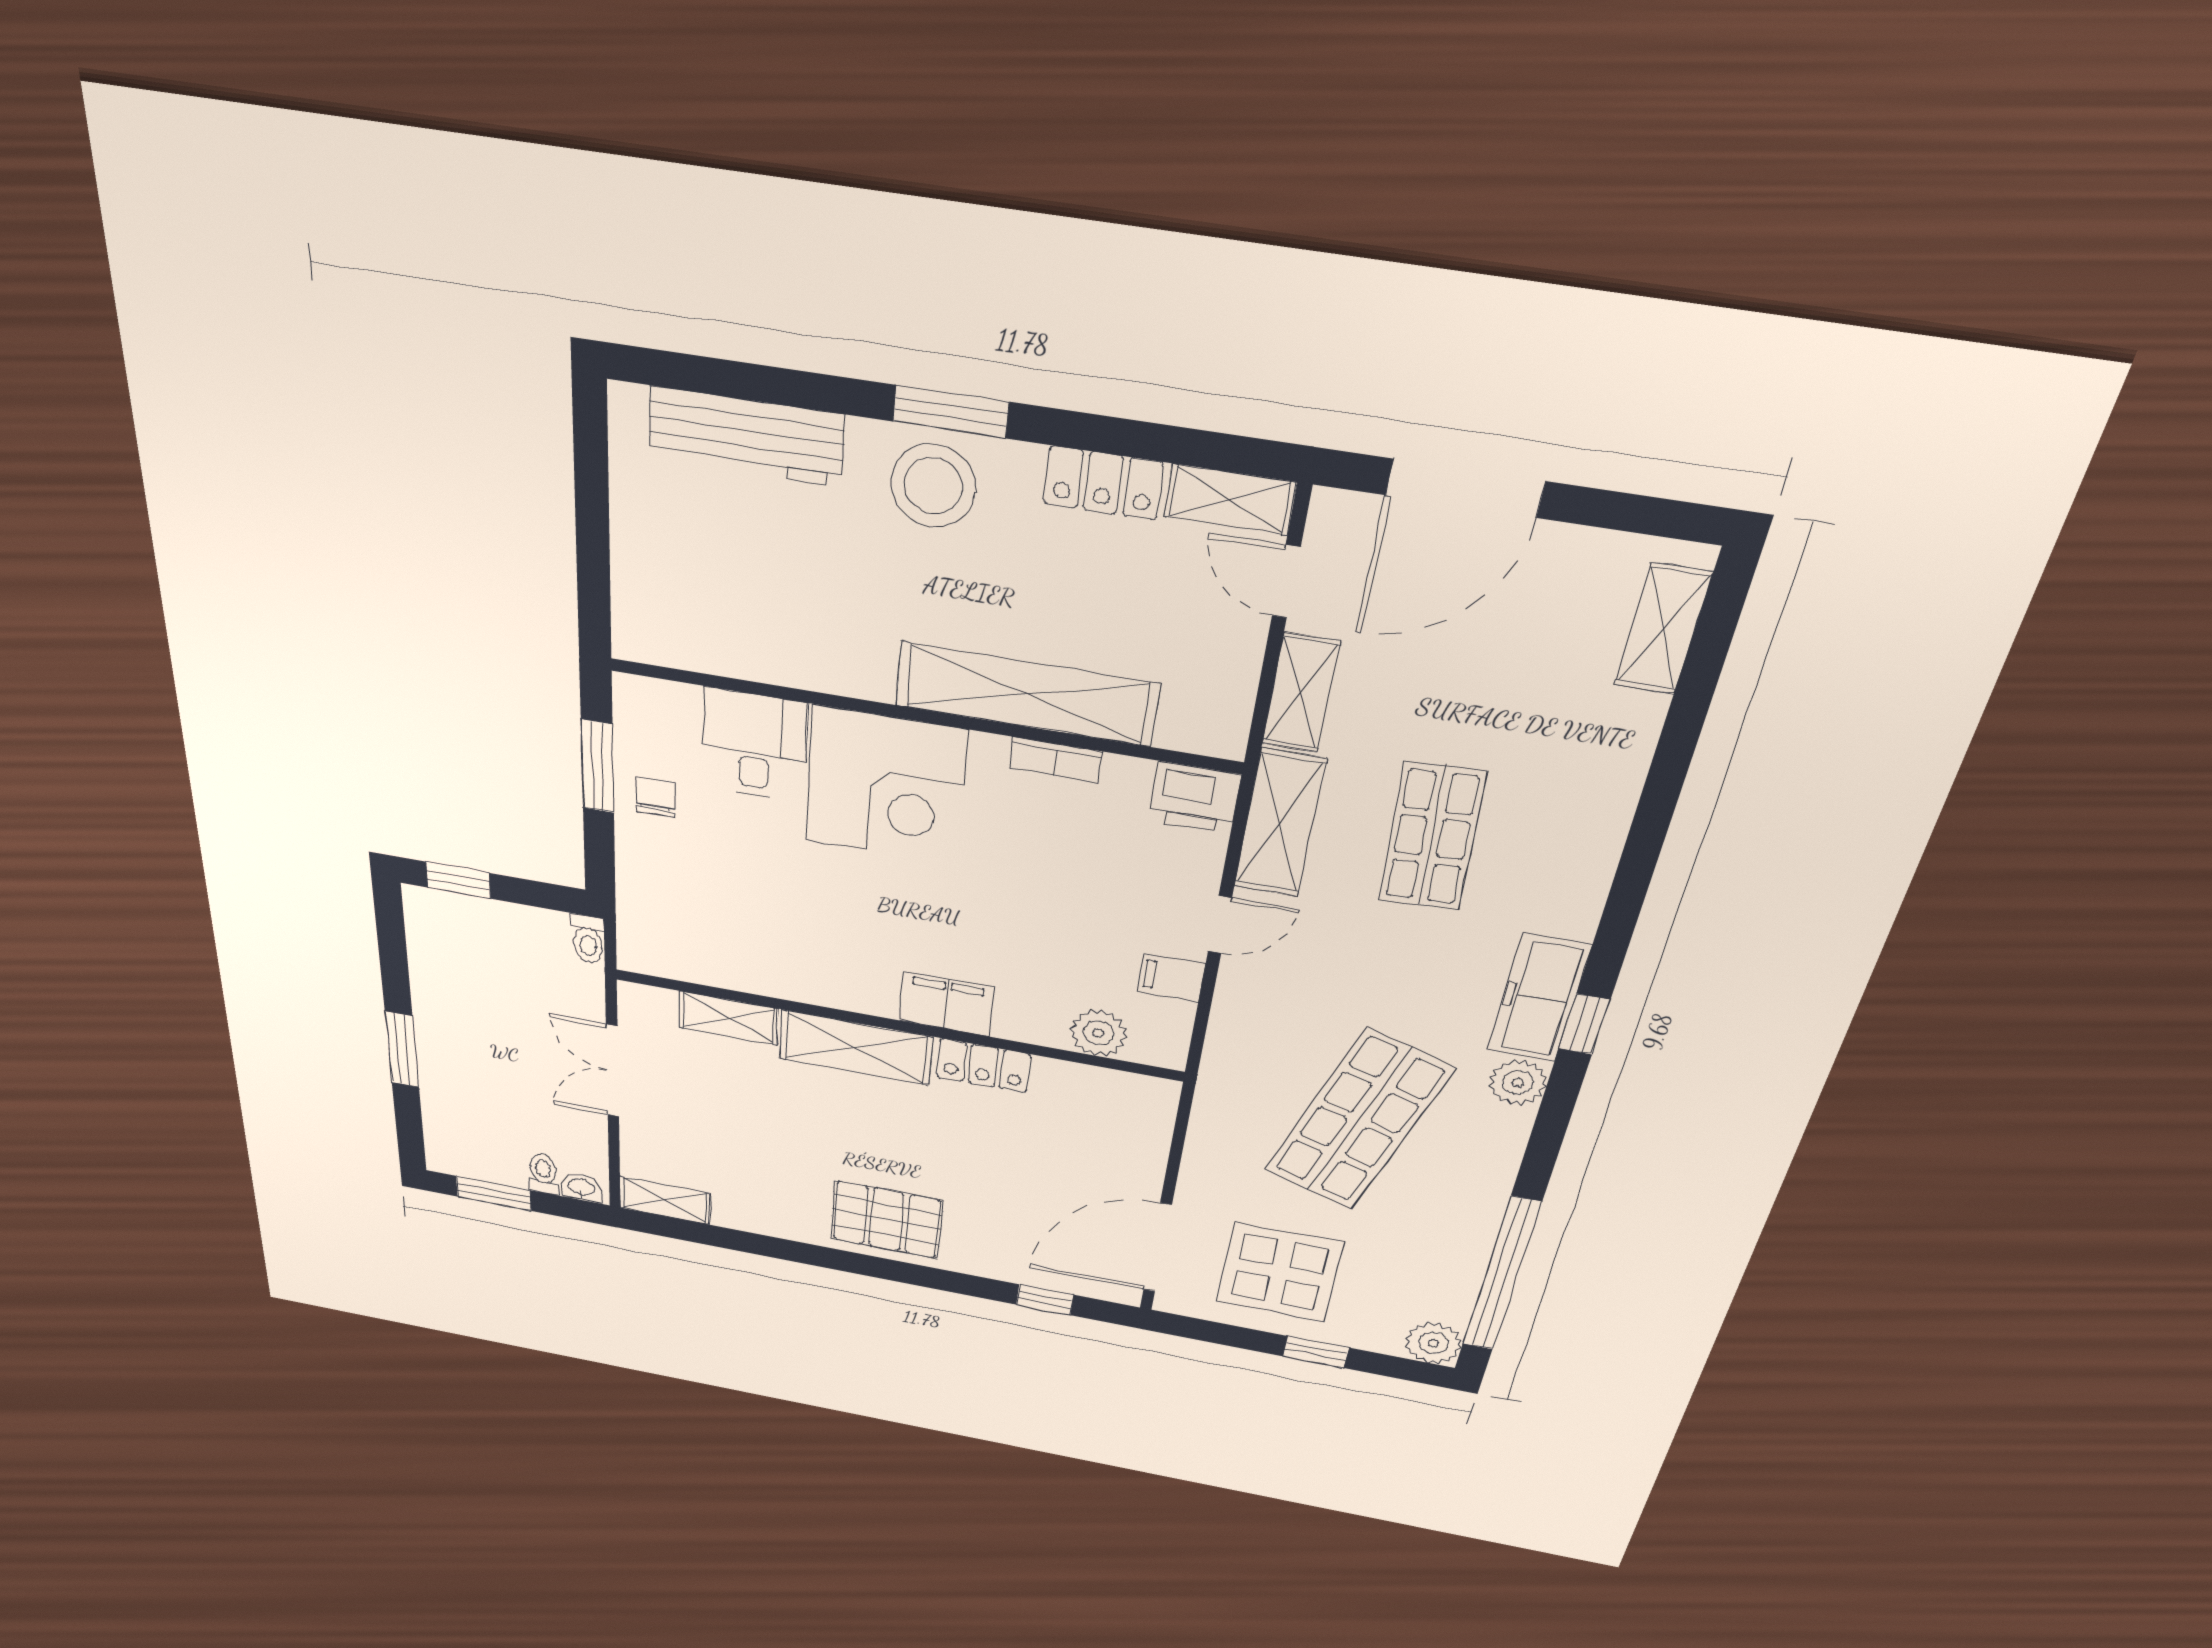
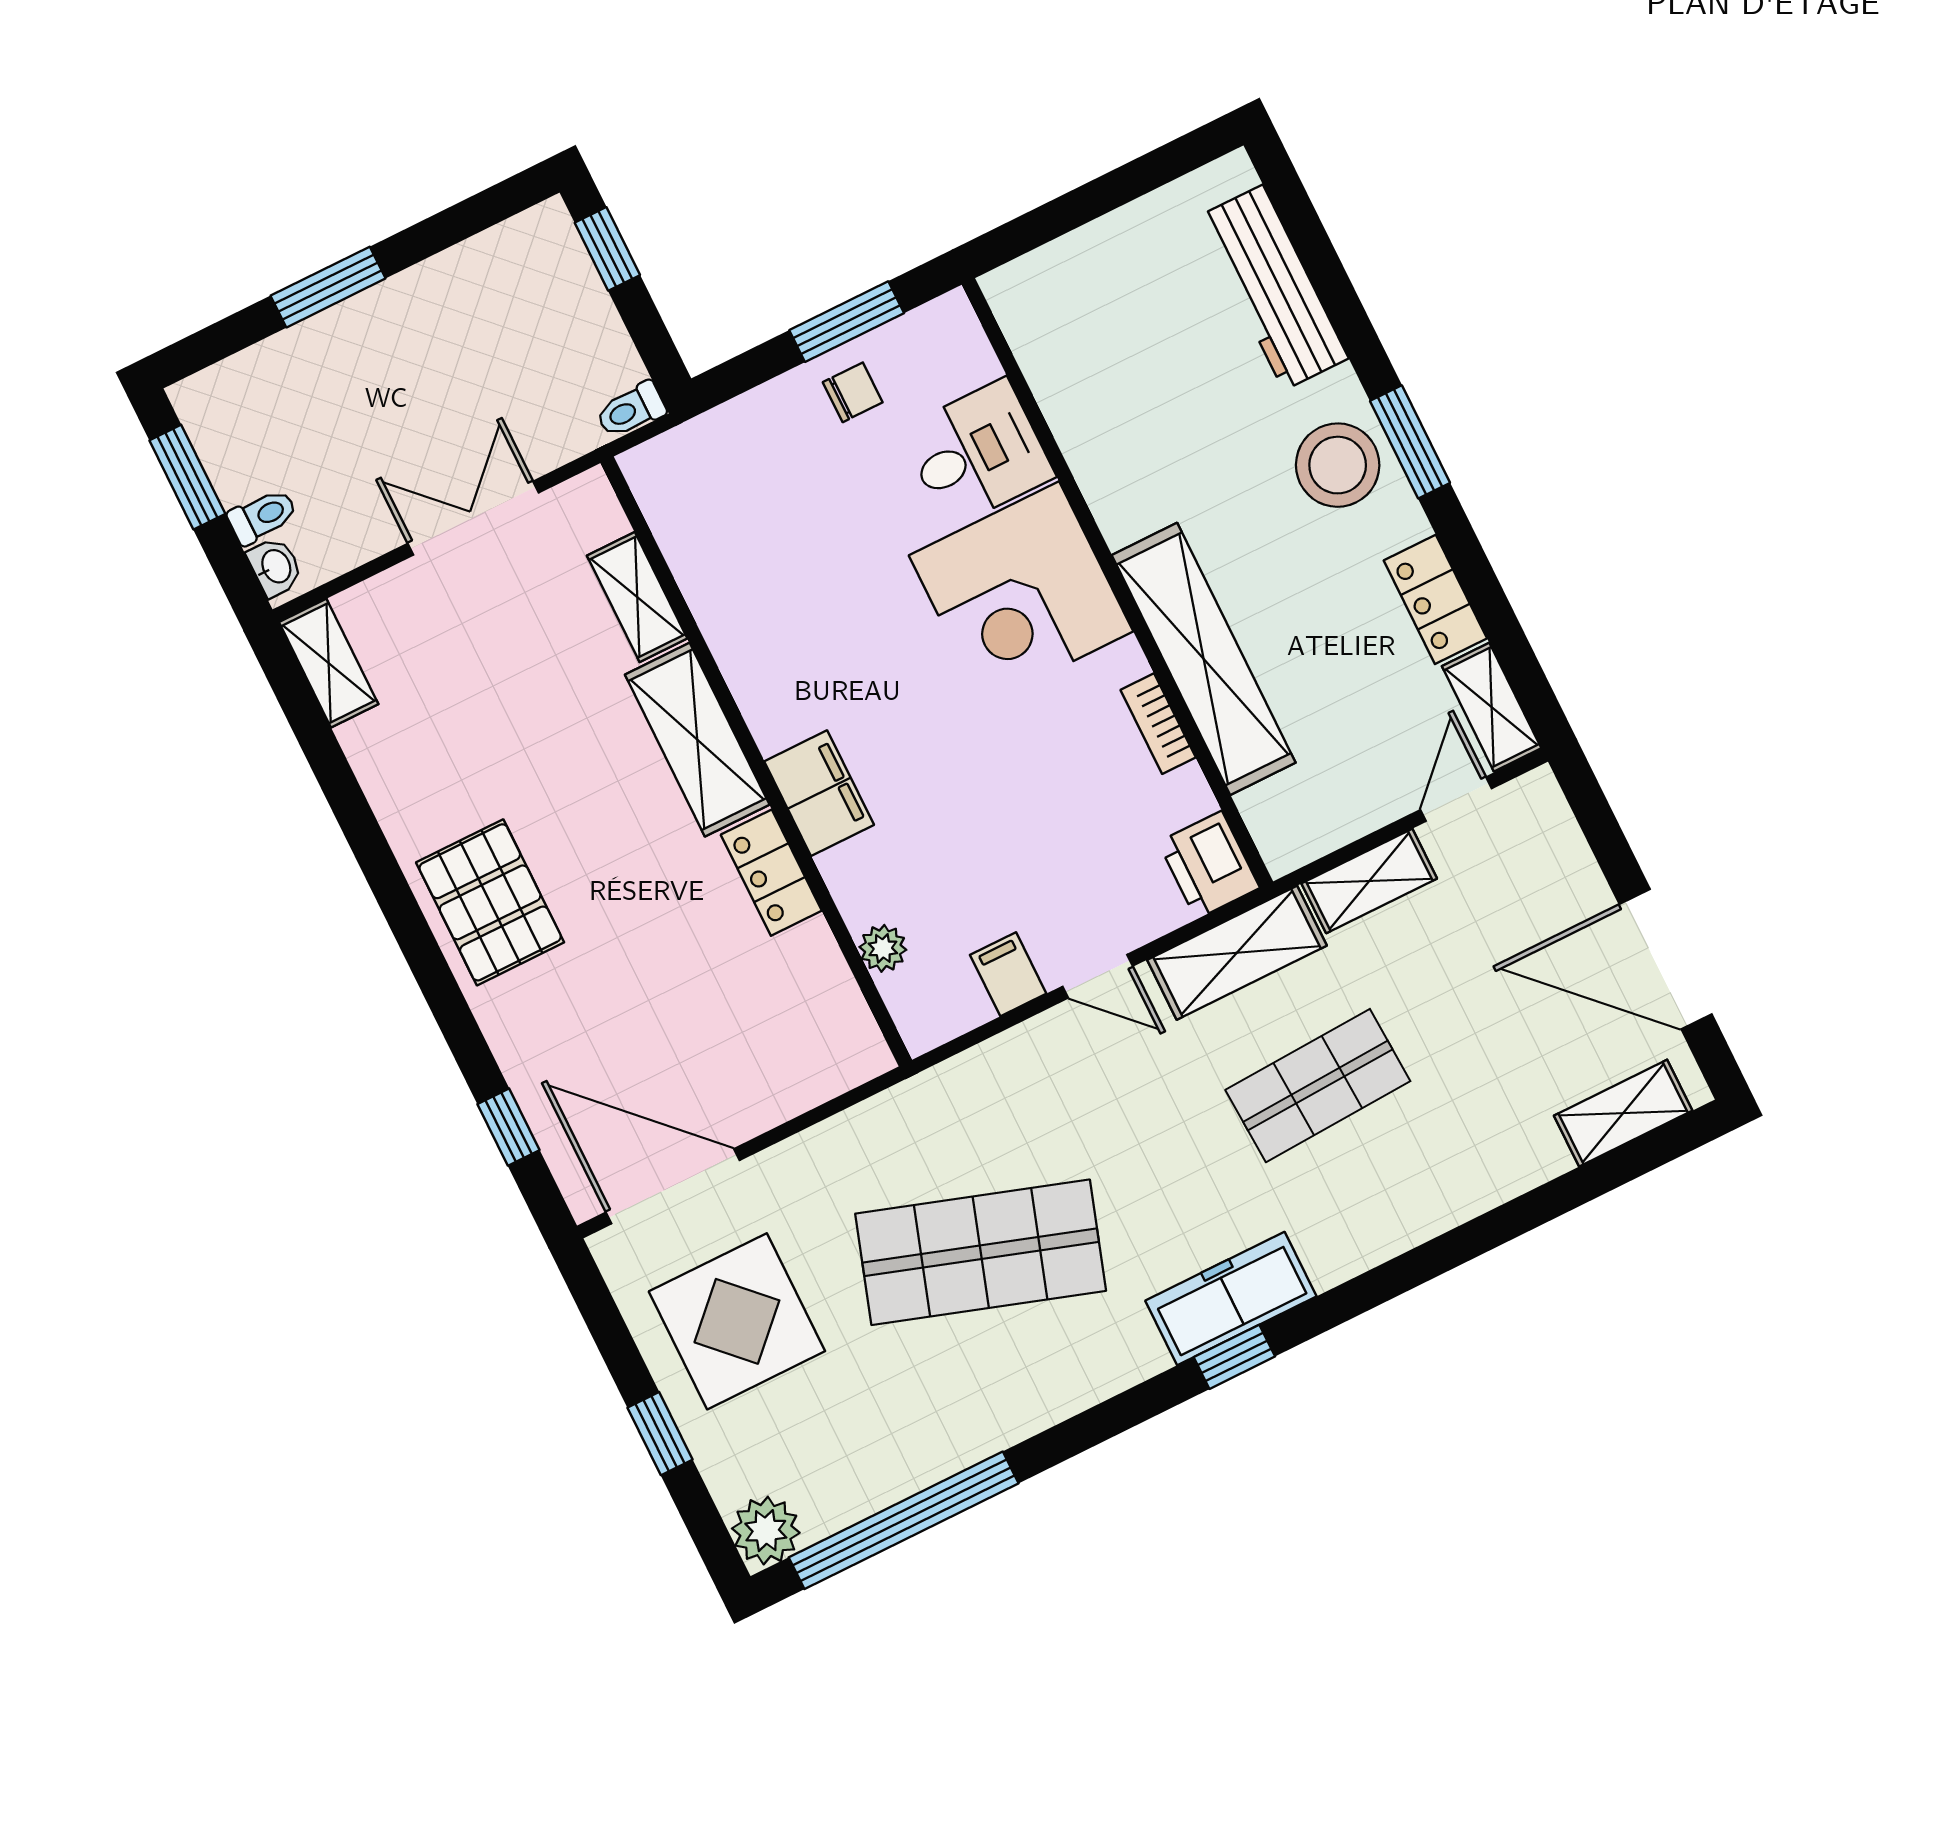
door: (1465, 488) -> (1666, 959), moved
plant: (1098, 1033) -> (883, 948), width x0.73, depth x0.73
plant: (1518, 1082) -> (1131, 1353), removed

